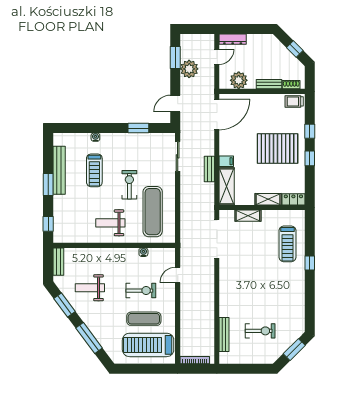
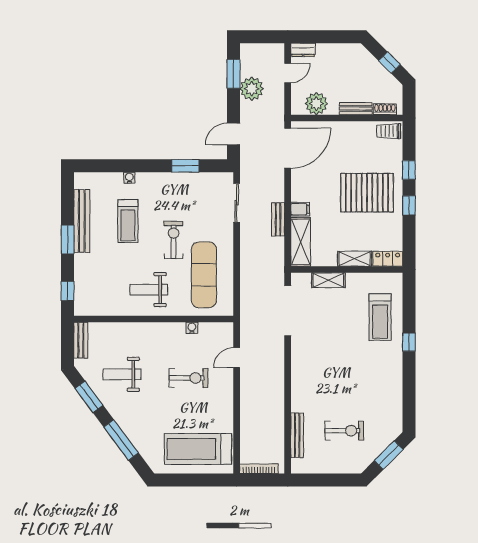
dresser: (233, 39) -> (303, 50), width x0.70
exercise mat: (144, 319) -> (192, 415), removed

